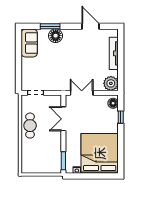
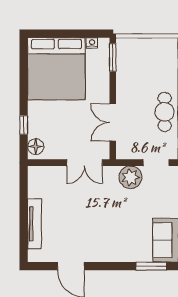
window: (50, 26) -> (151, 266), moved
floor lamp: (56, 36) -> (125, 251), removed
plant: (111, 83) -> (130, 177), moved
double door: (63, 119) -> (113, 122), swing flipped

